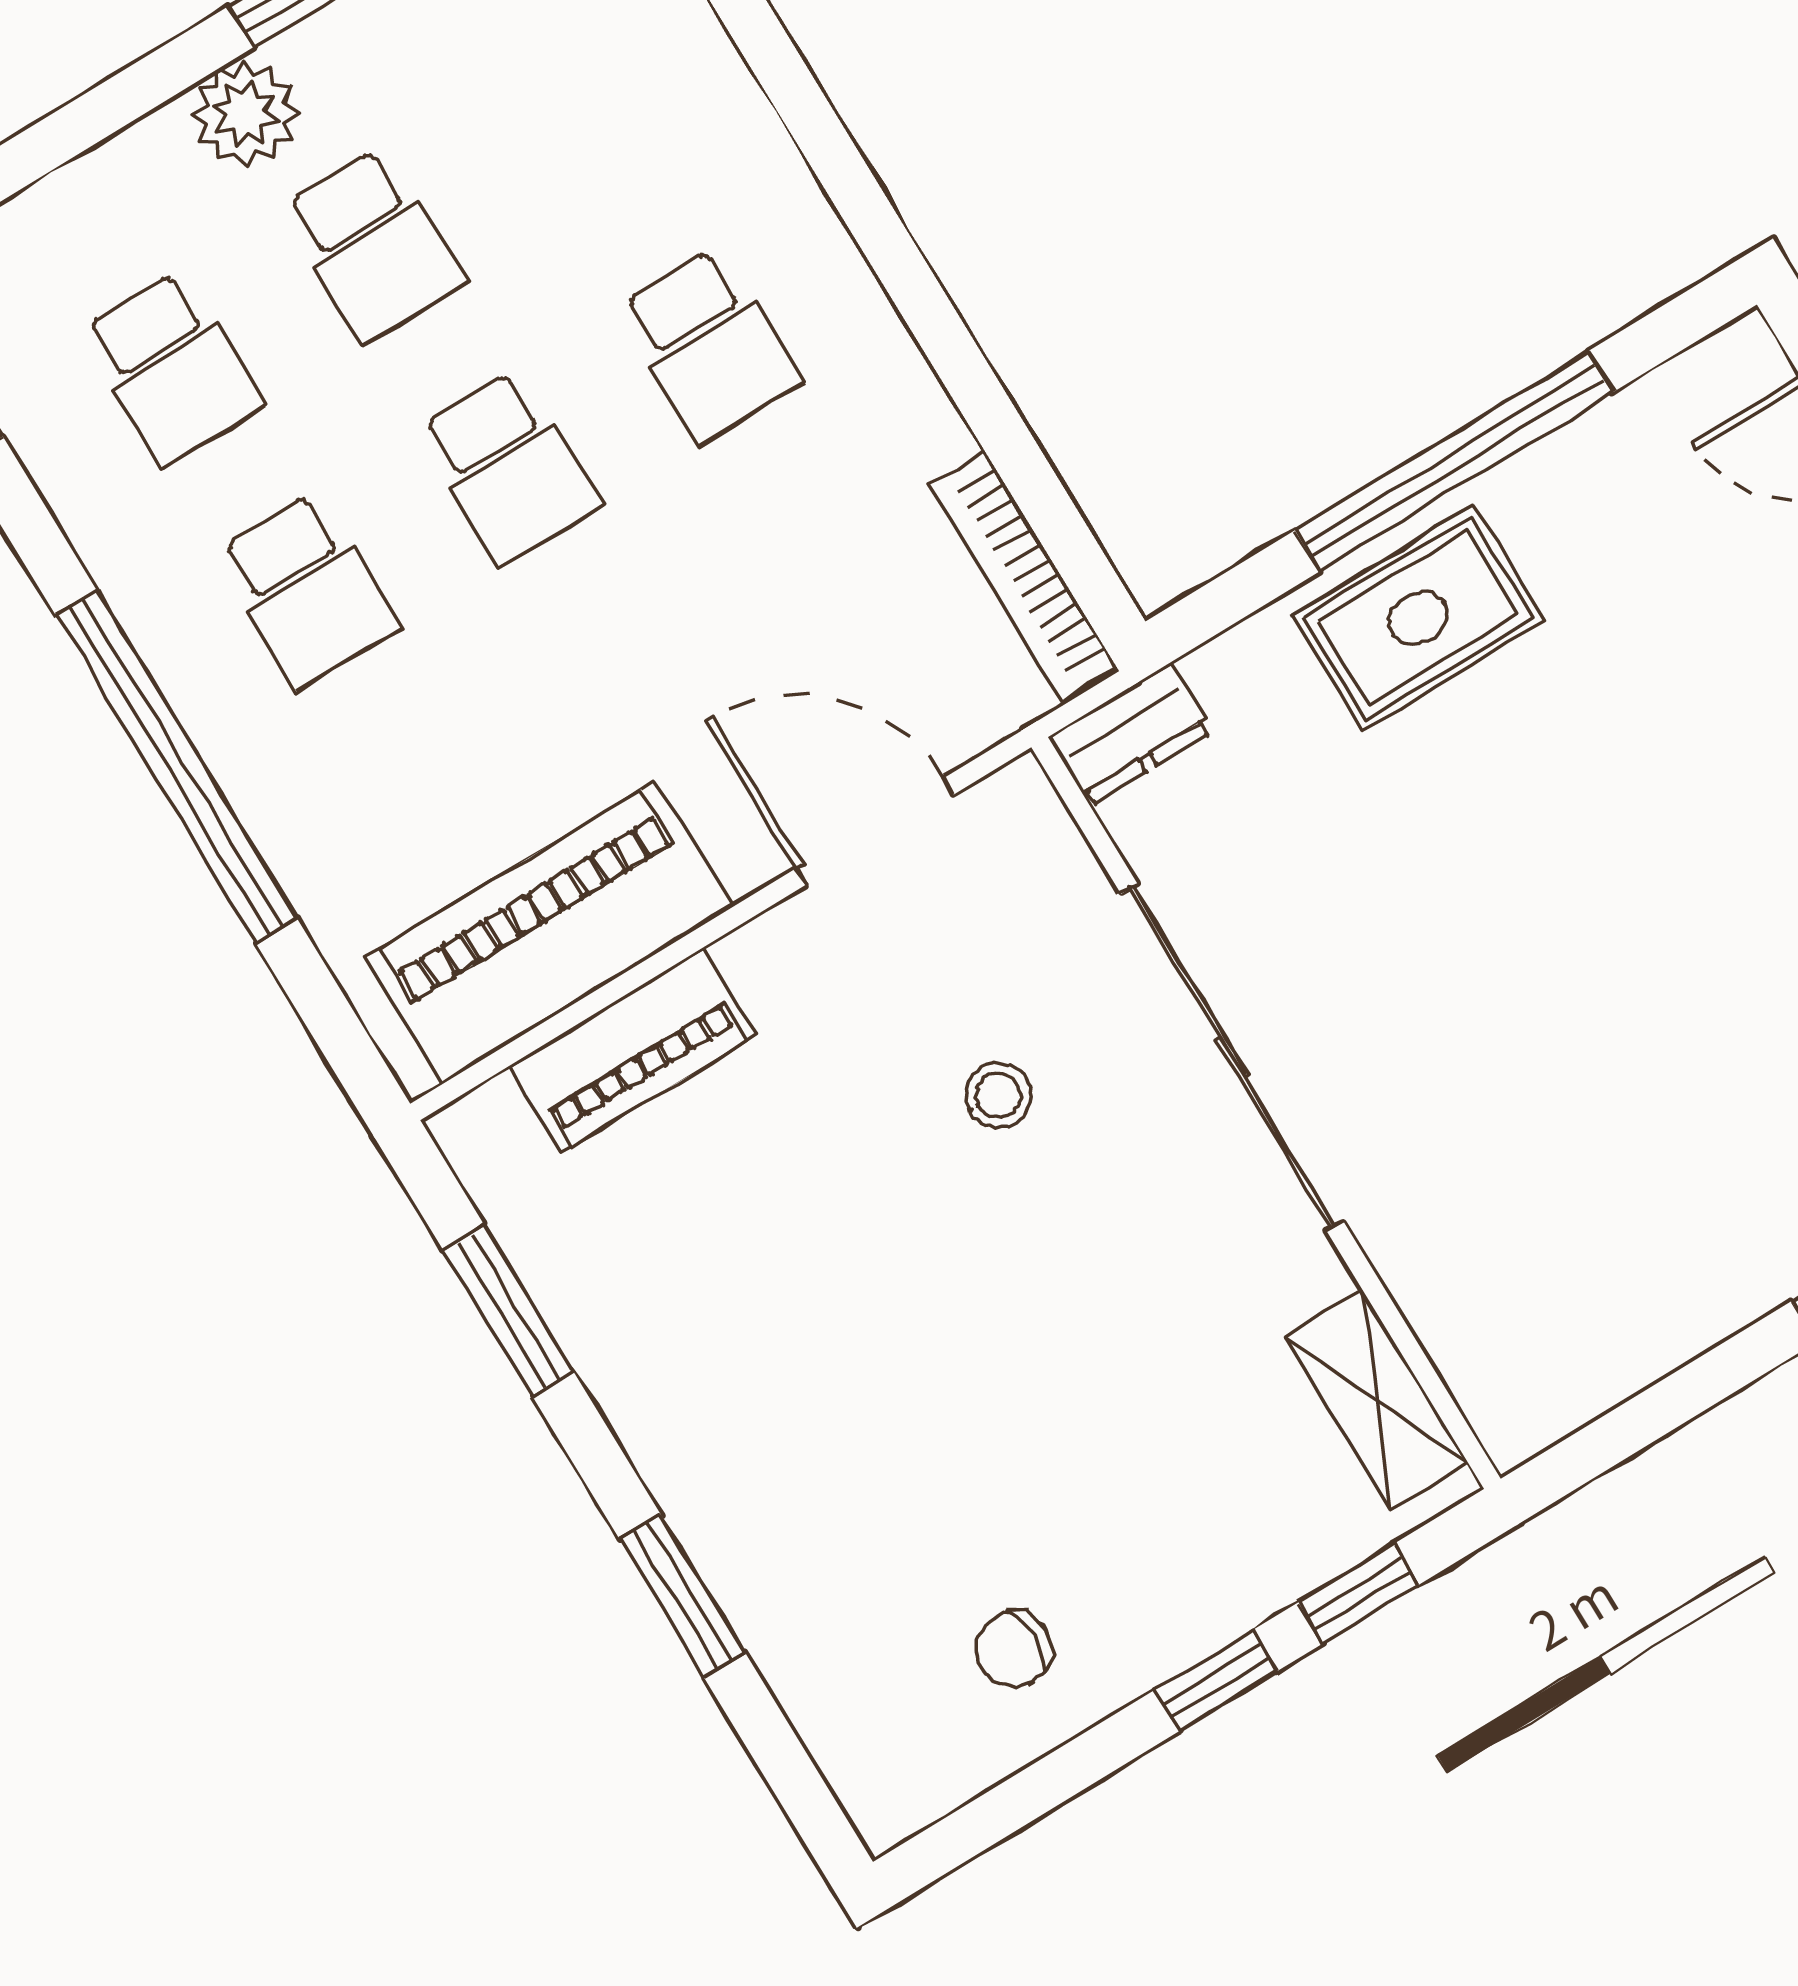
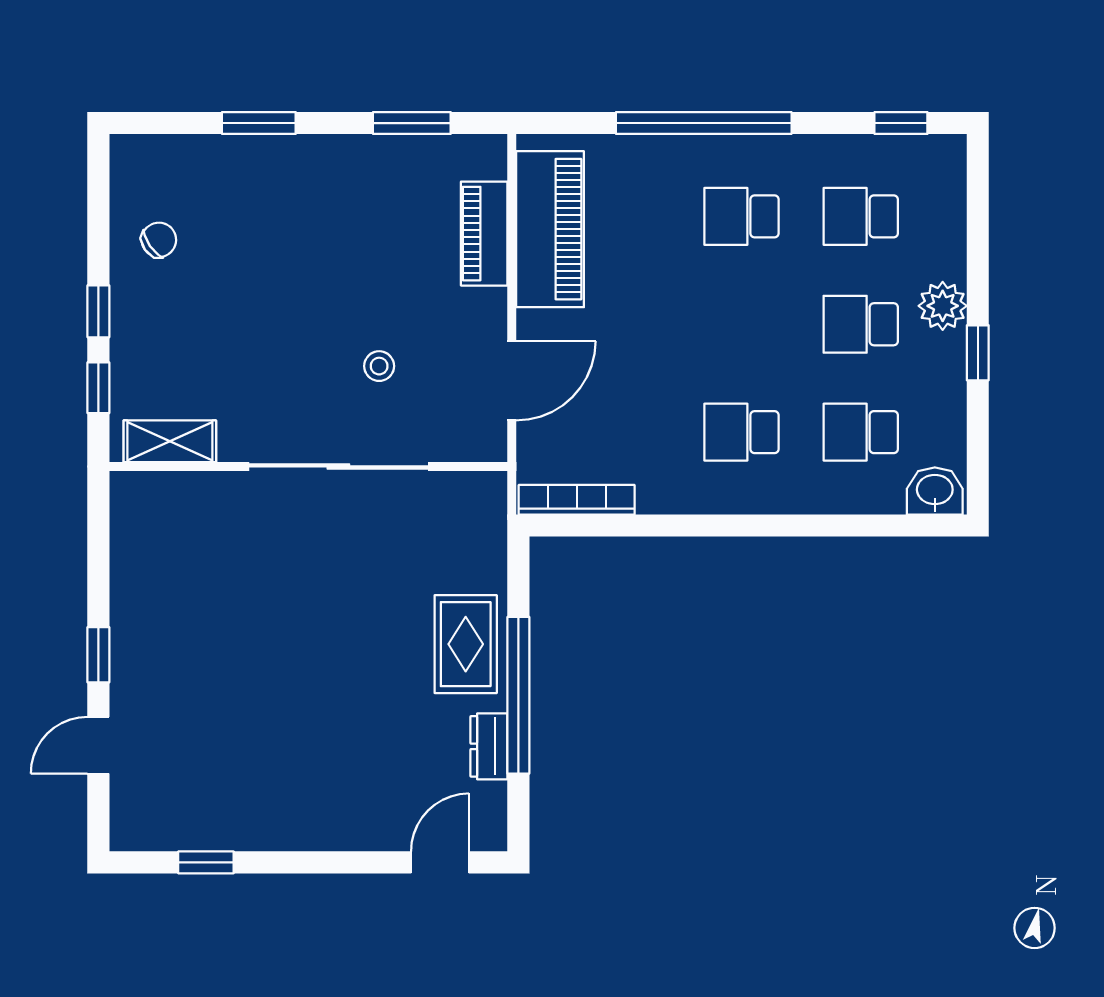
school desk: (508, 468) -> (861, 432), moved
dresser: (1130, 734) -> (489, 746), moved
chair: (1014, 1649) -> (159, 240), turned 55

